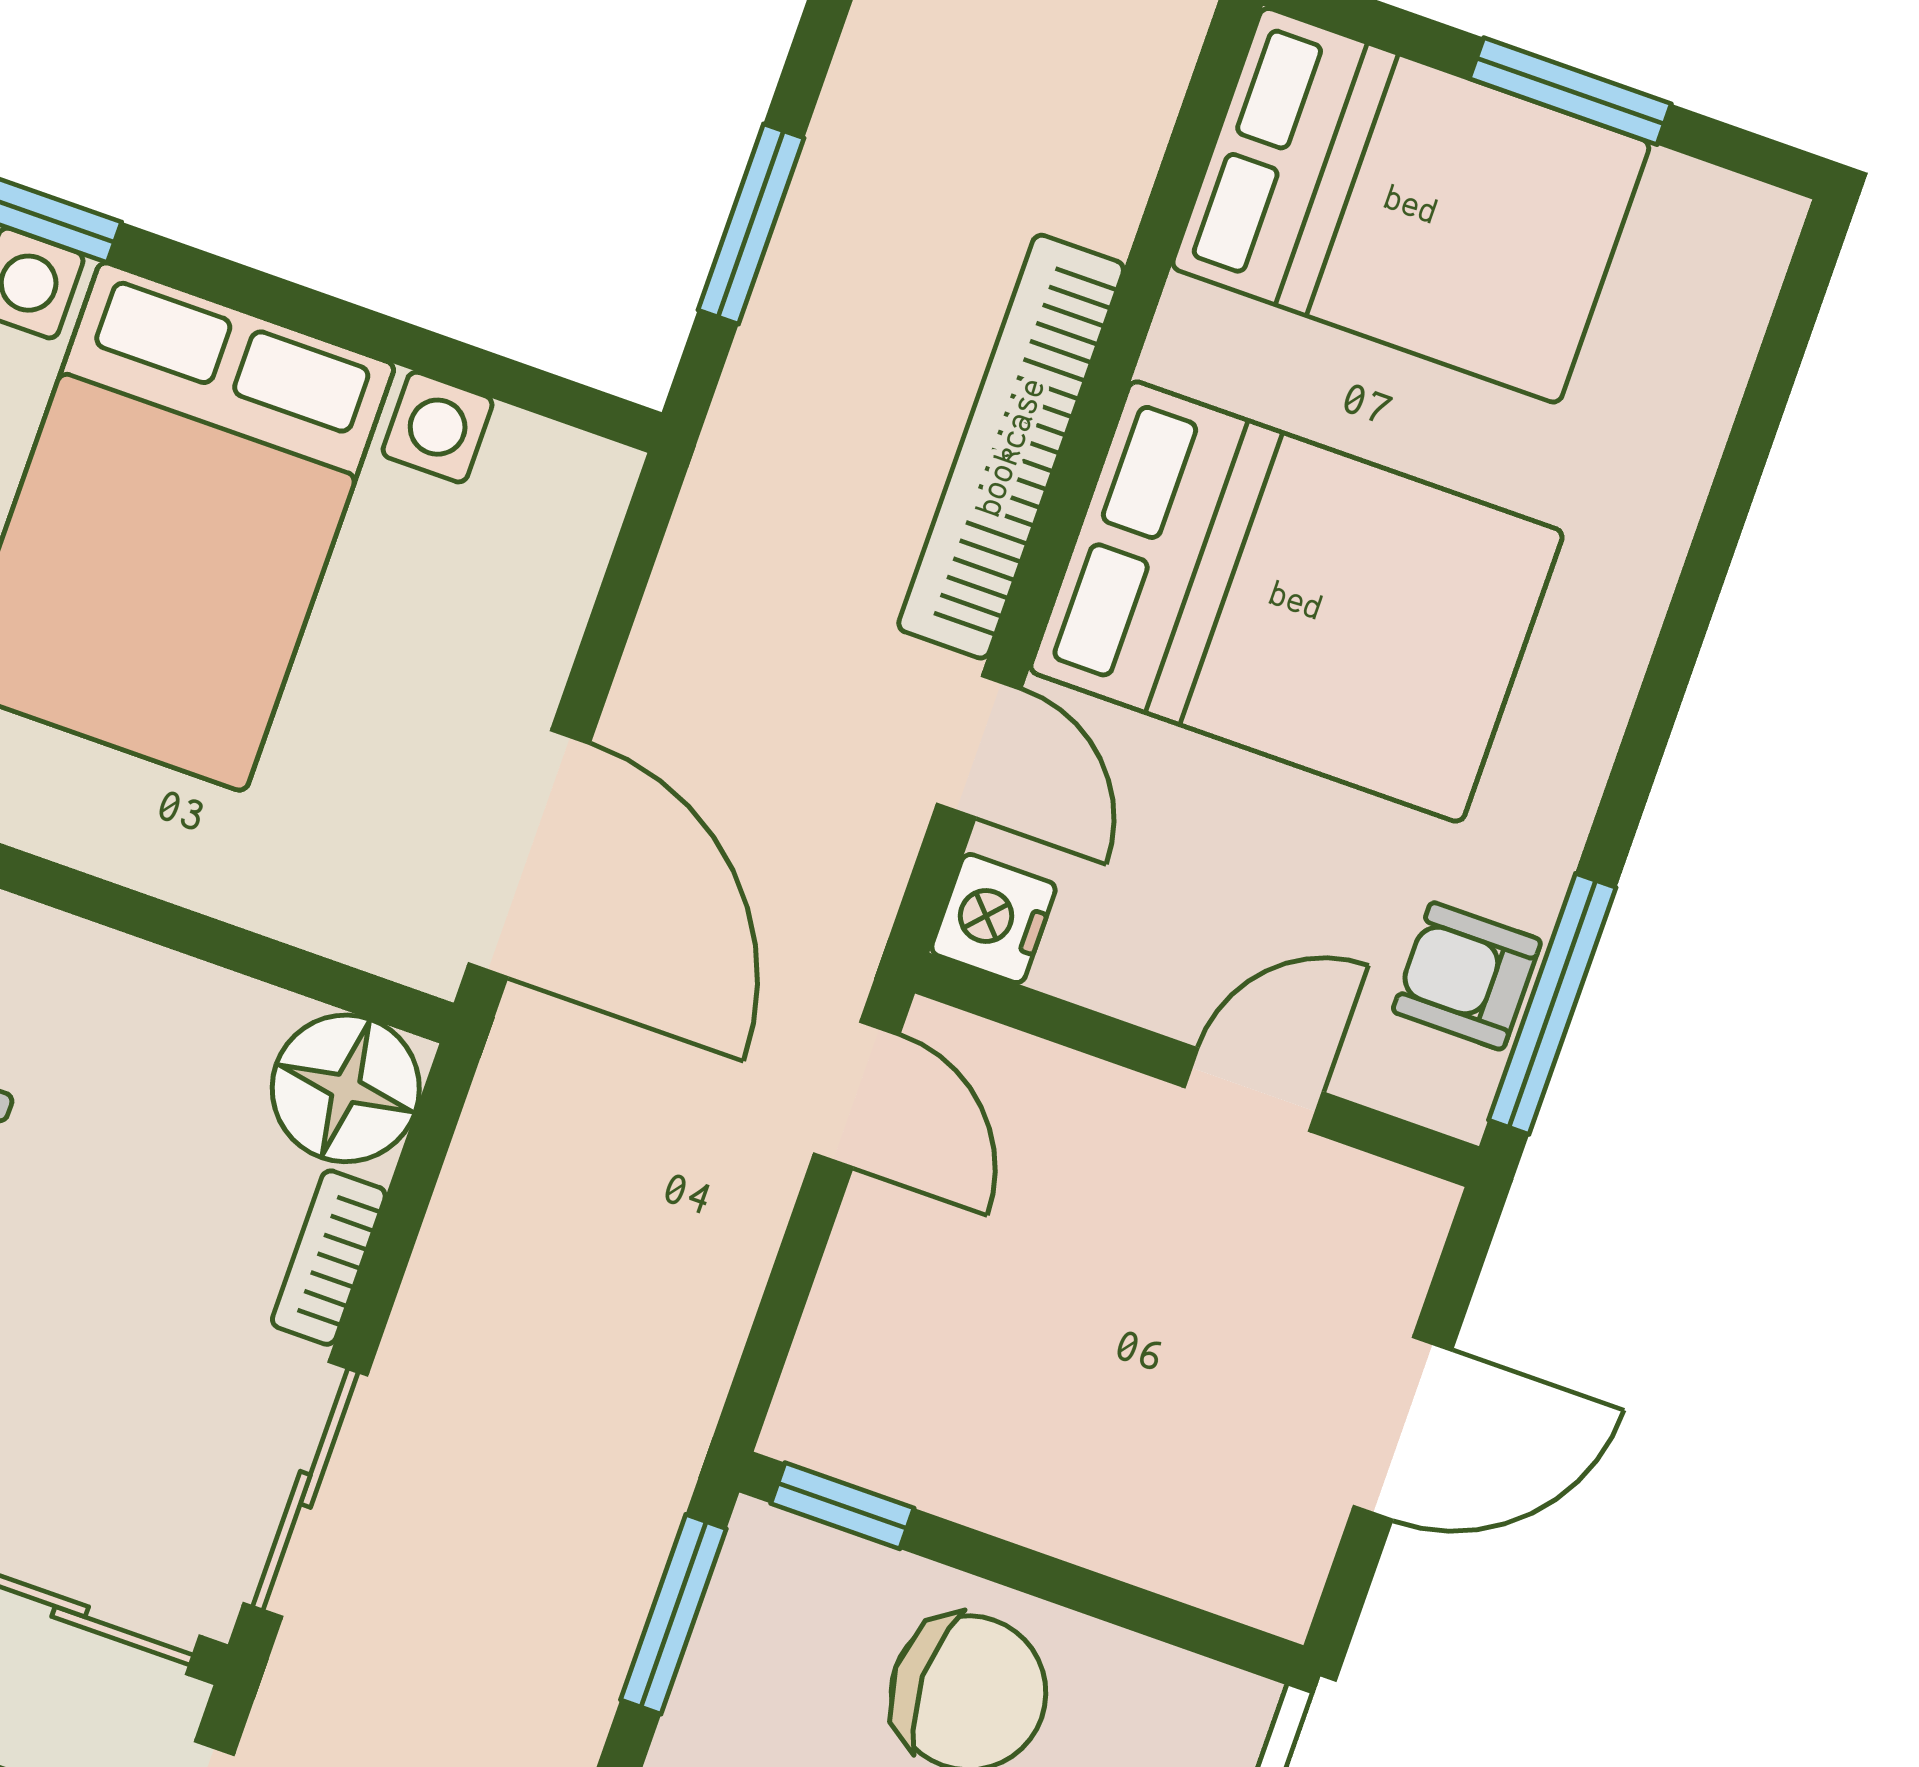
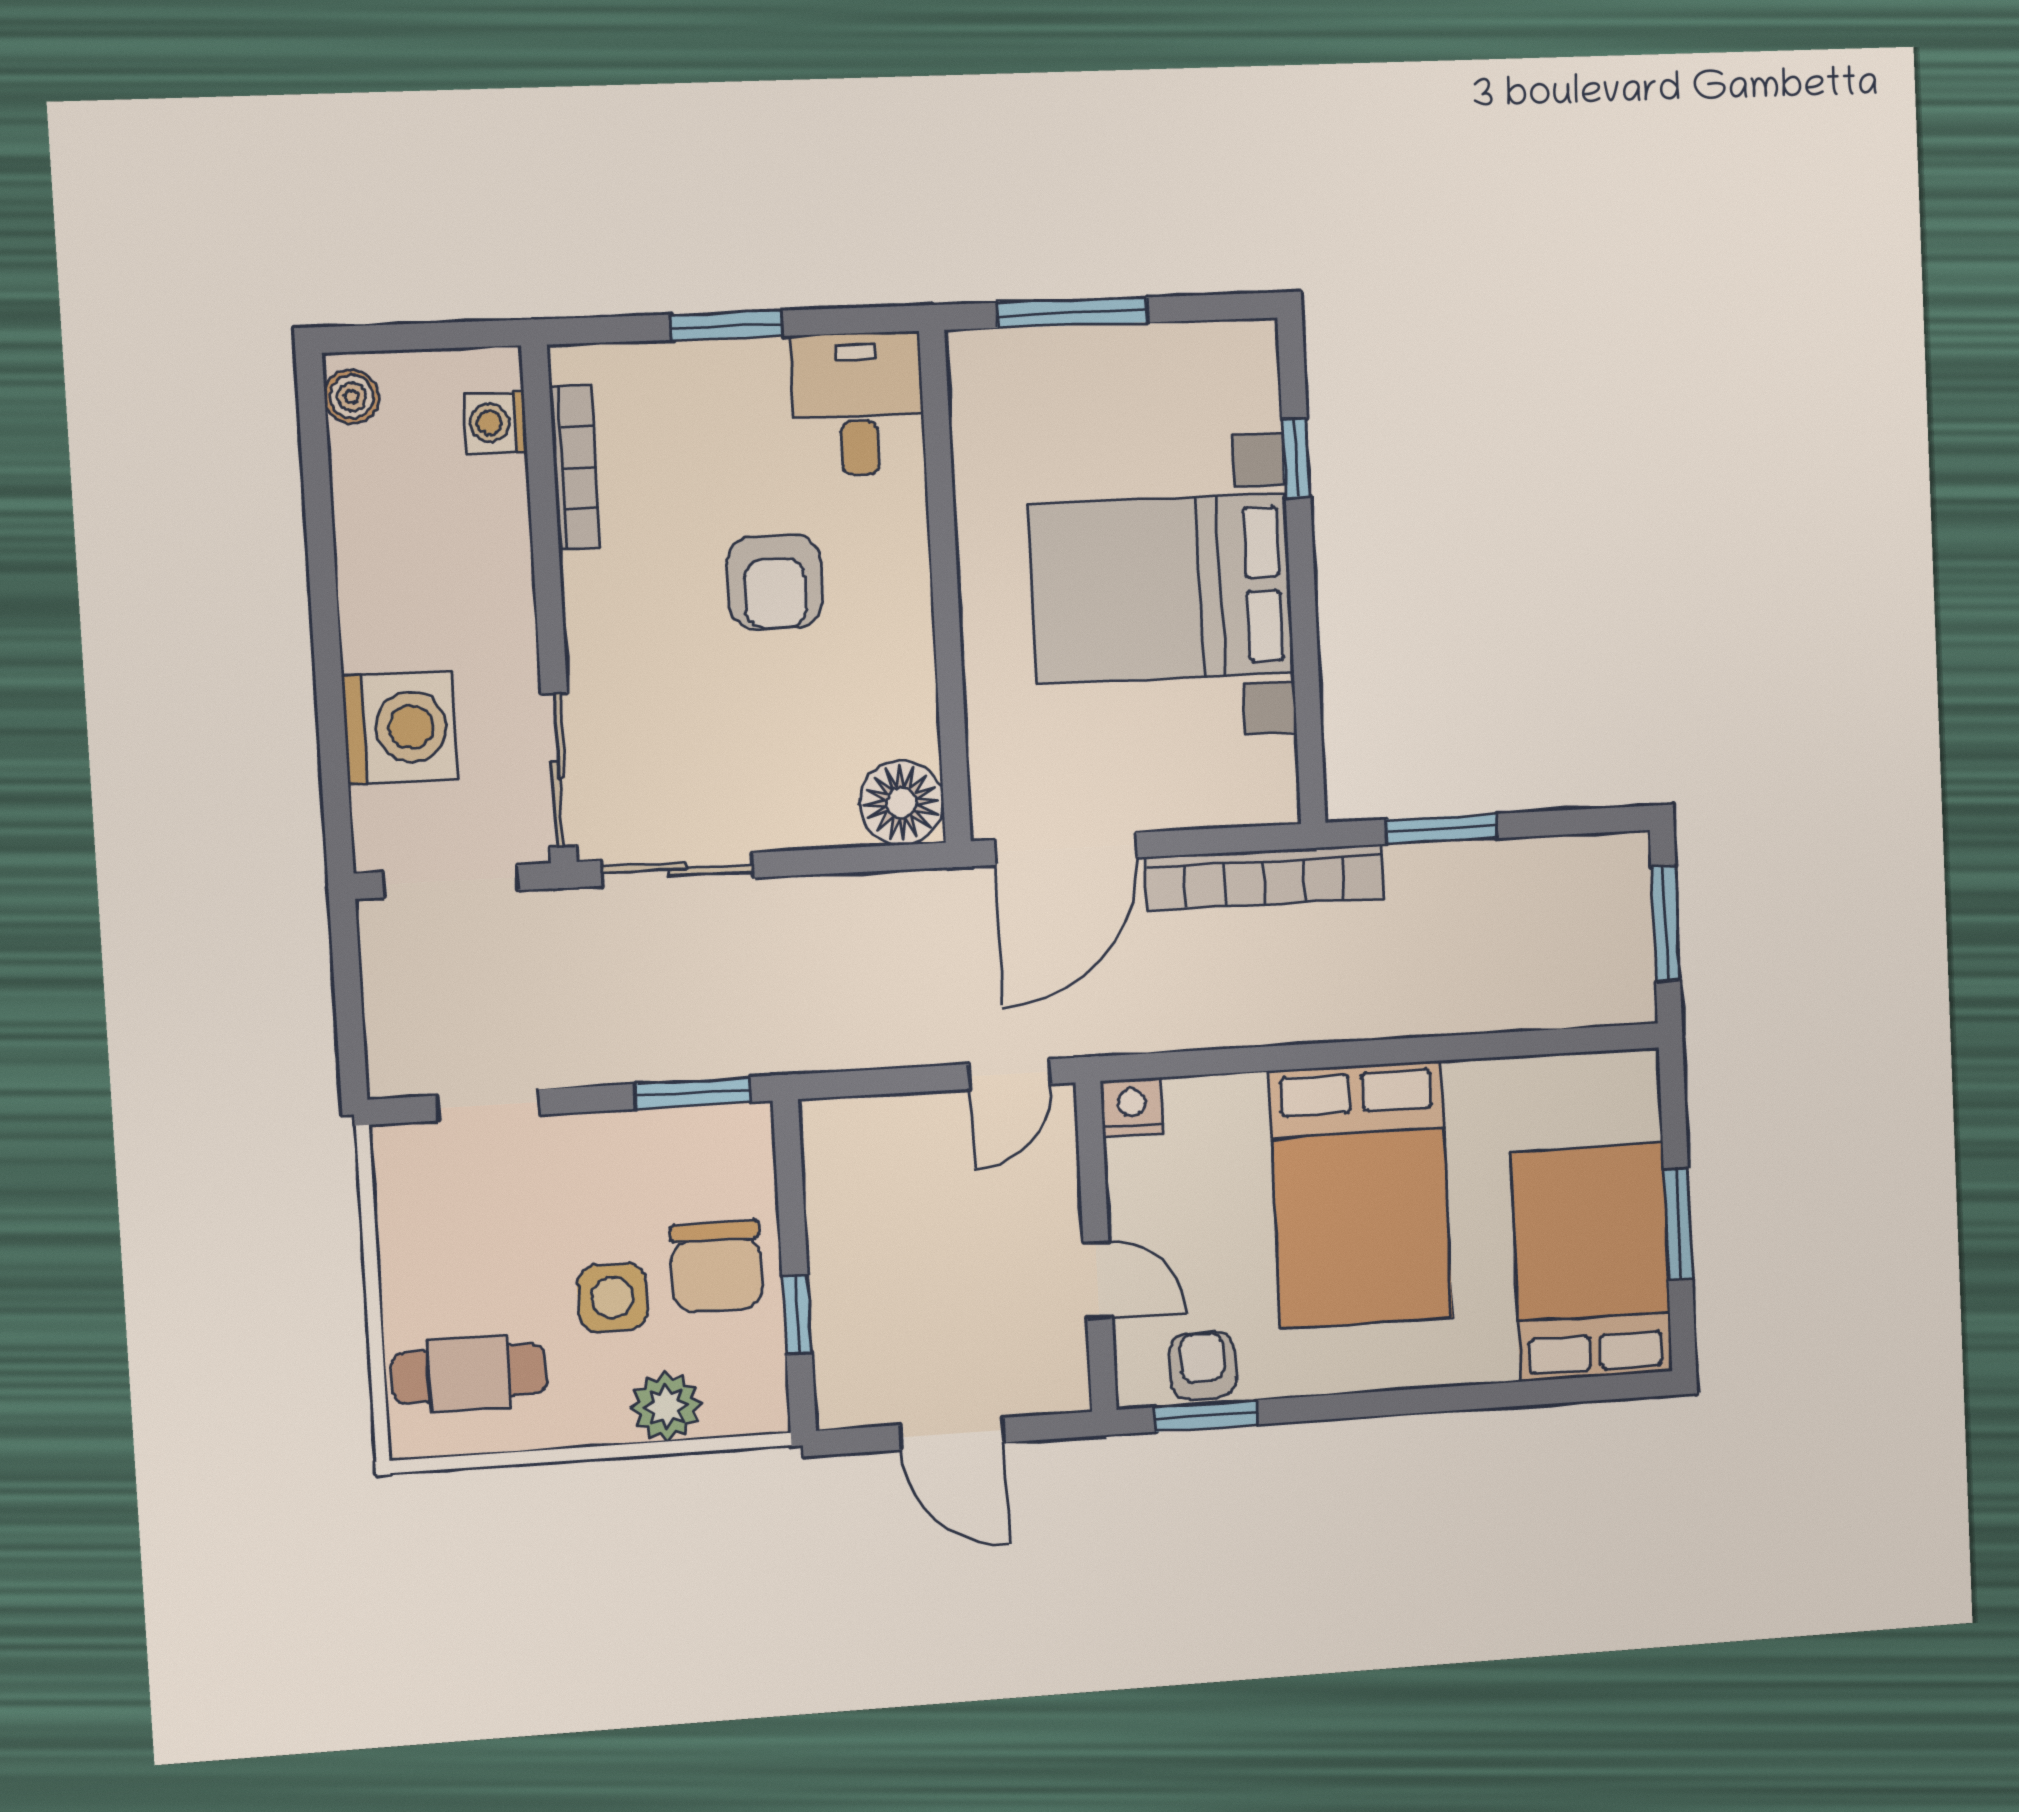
bed: (1411, 205) -> (1592, 1262), moved, turned 180
bookcase: (1011, 447) -> (1264, 878), moved, turned 180
door: (979, 747) -> (1218, 1062), removed
window: (1552, 1004) -> (1206, 1416), width x0.69
bookcase: (329, 1258) -> (807, 831), removed
window: (842, 1506) -> (797, 1314), moved

